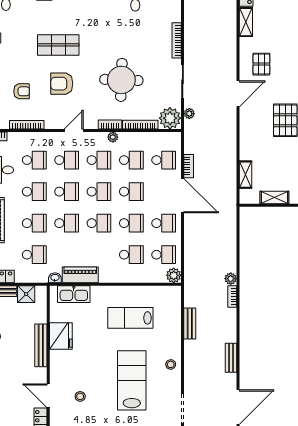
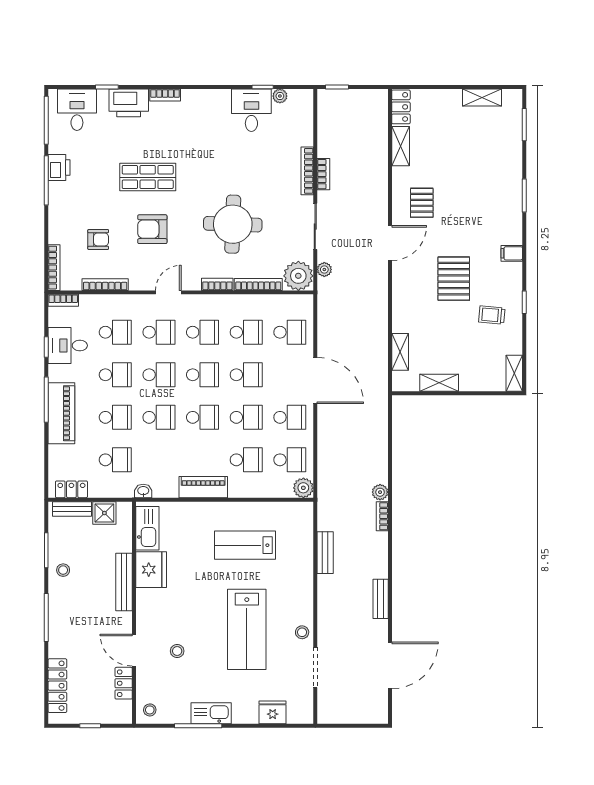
plant: (113, 137) -> (221, 301), removed
bookcase: (189, 166) -> (323, 174), moved
piano: (80, 275) -> (203, 487), moved
kitchen sink: (74, 294) -> (147, 528), moved, turned -90
stool: (171, 364) -> (302, 632), moved
lab bench: (132, 380) -> (247, 629), turned 180

